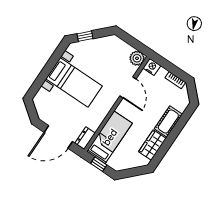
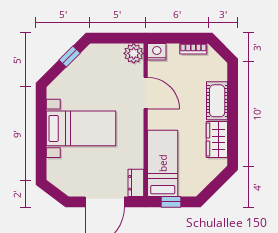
window: (85, 36) -> (70, 56), moved

